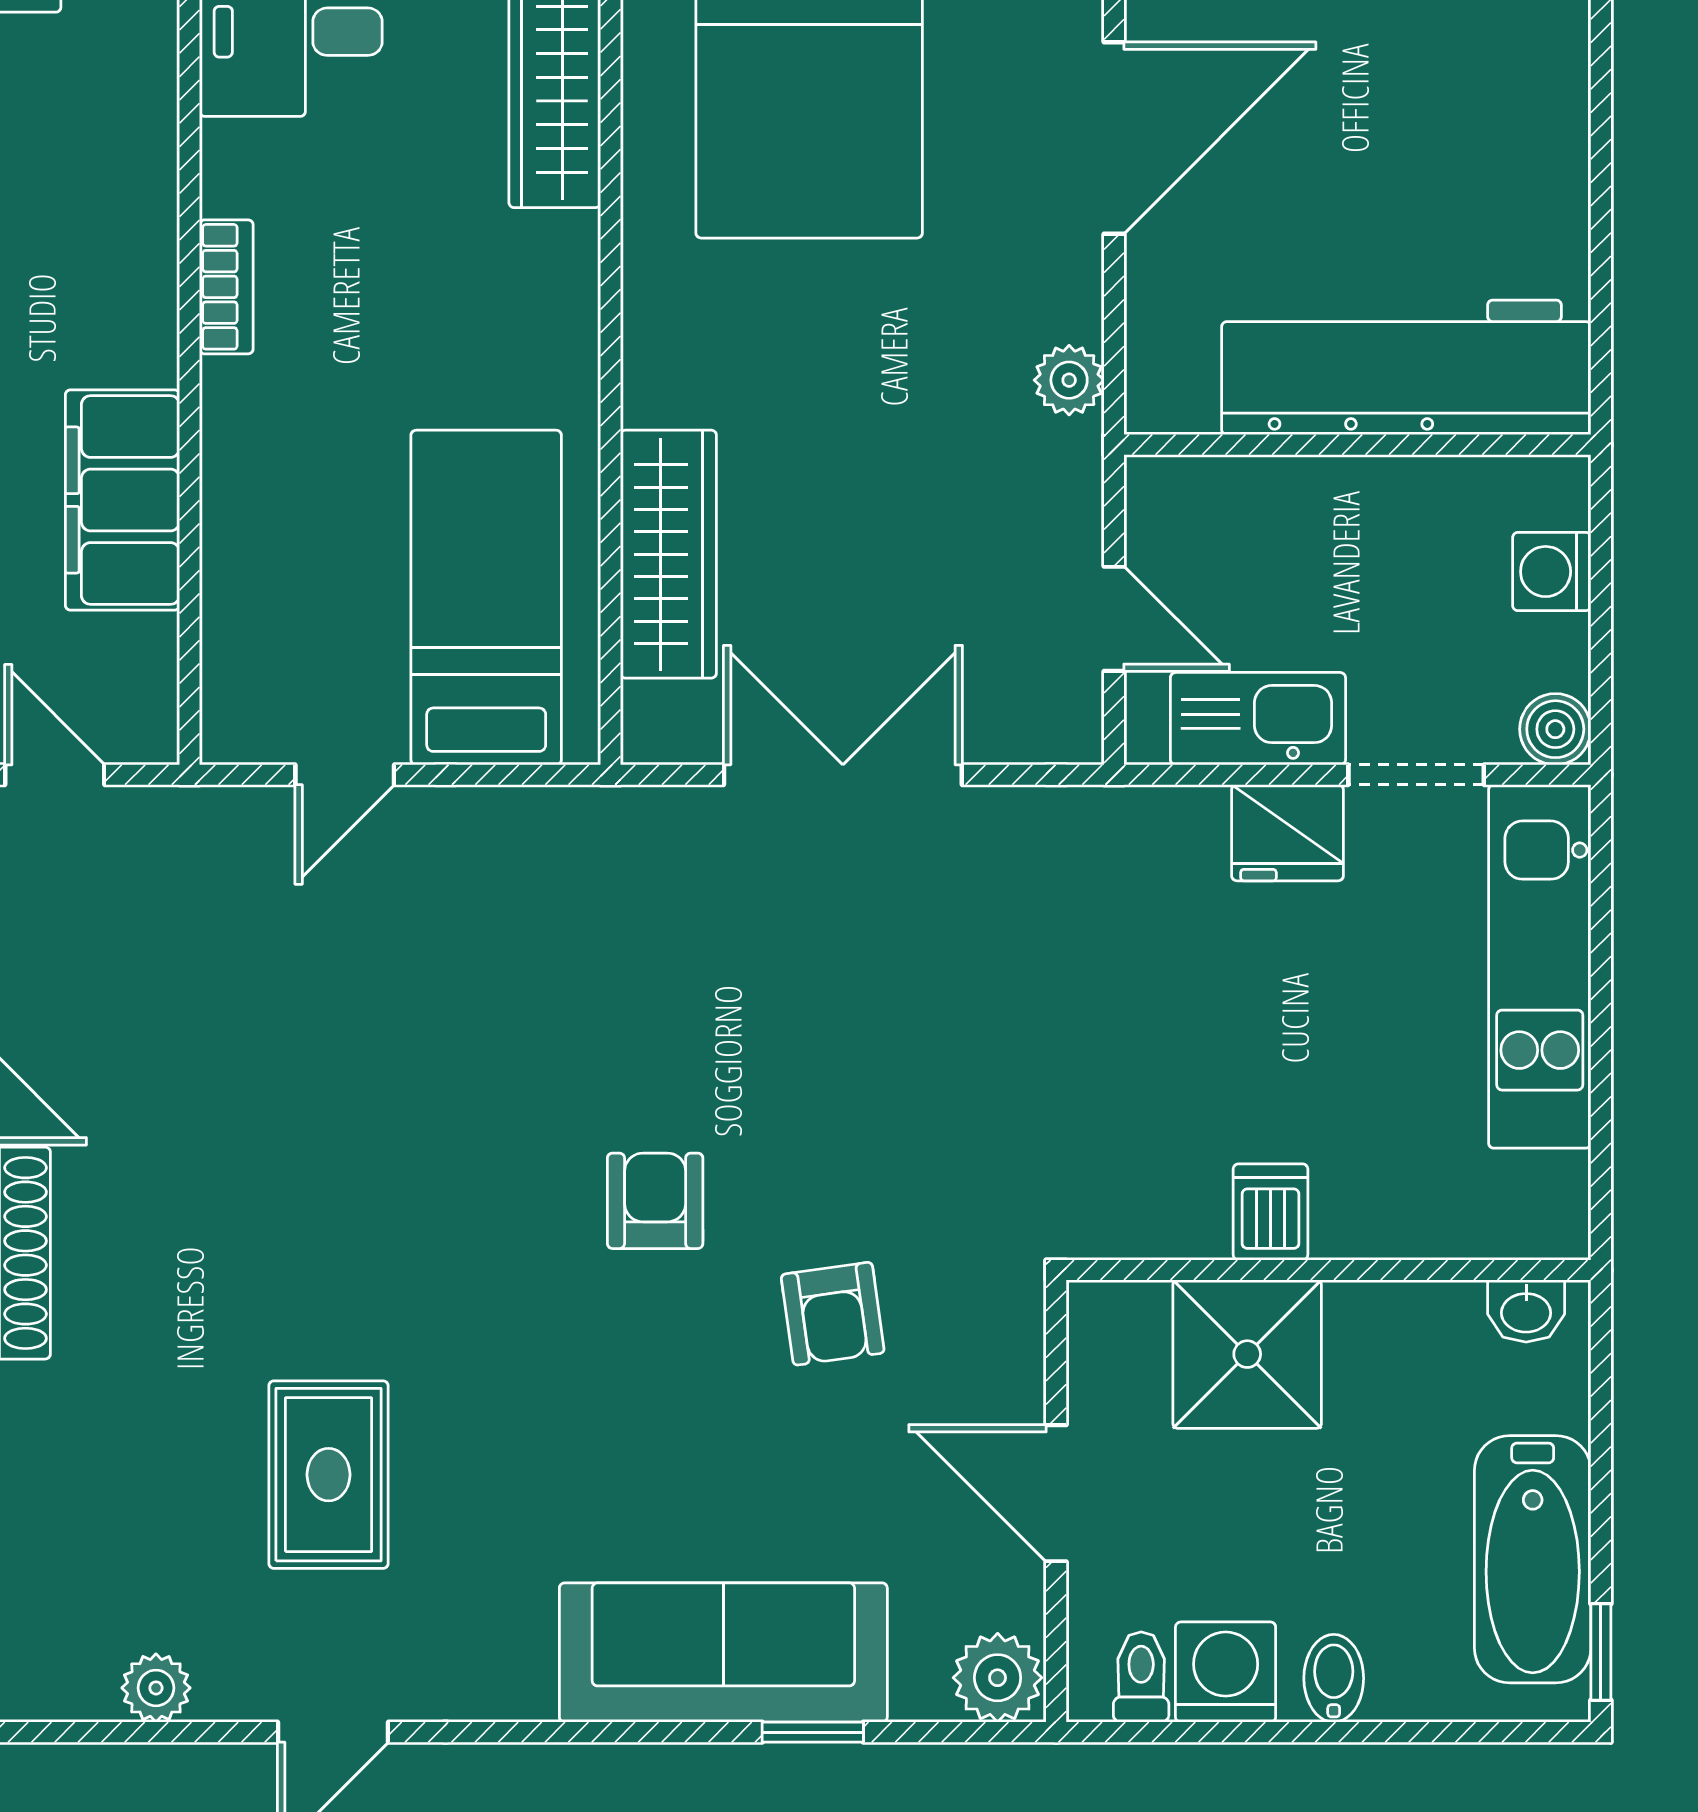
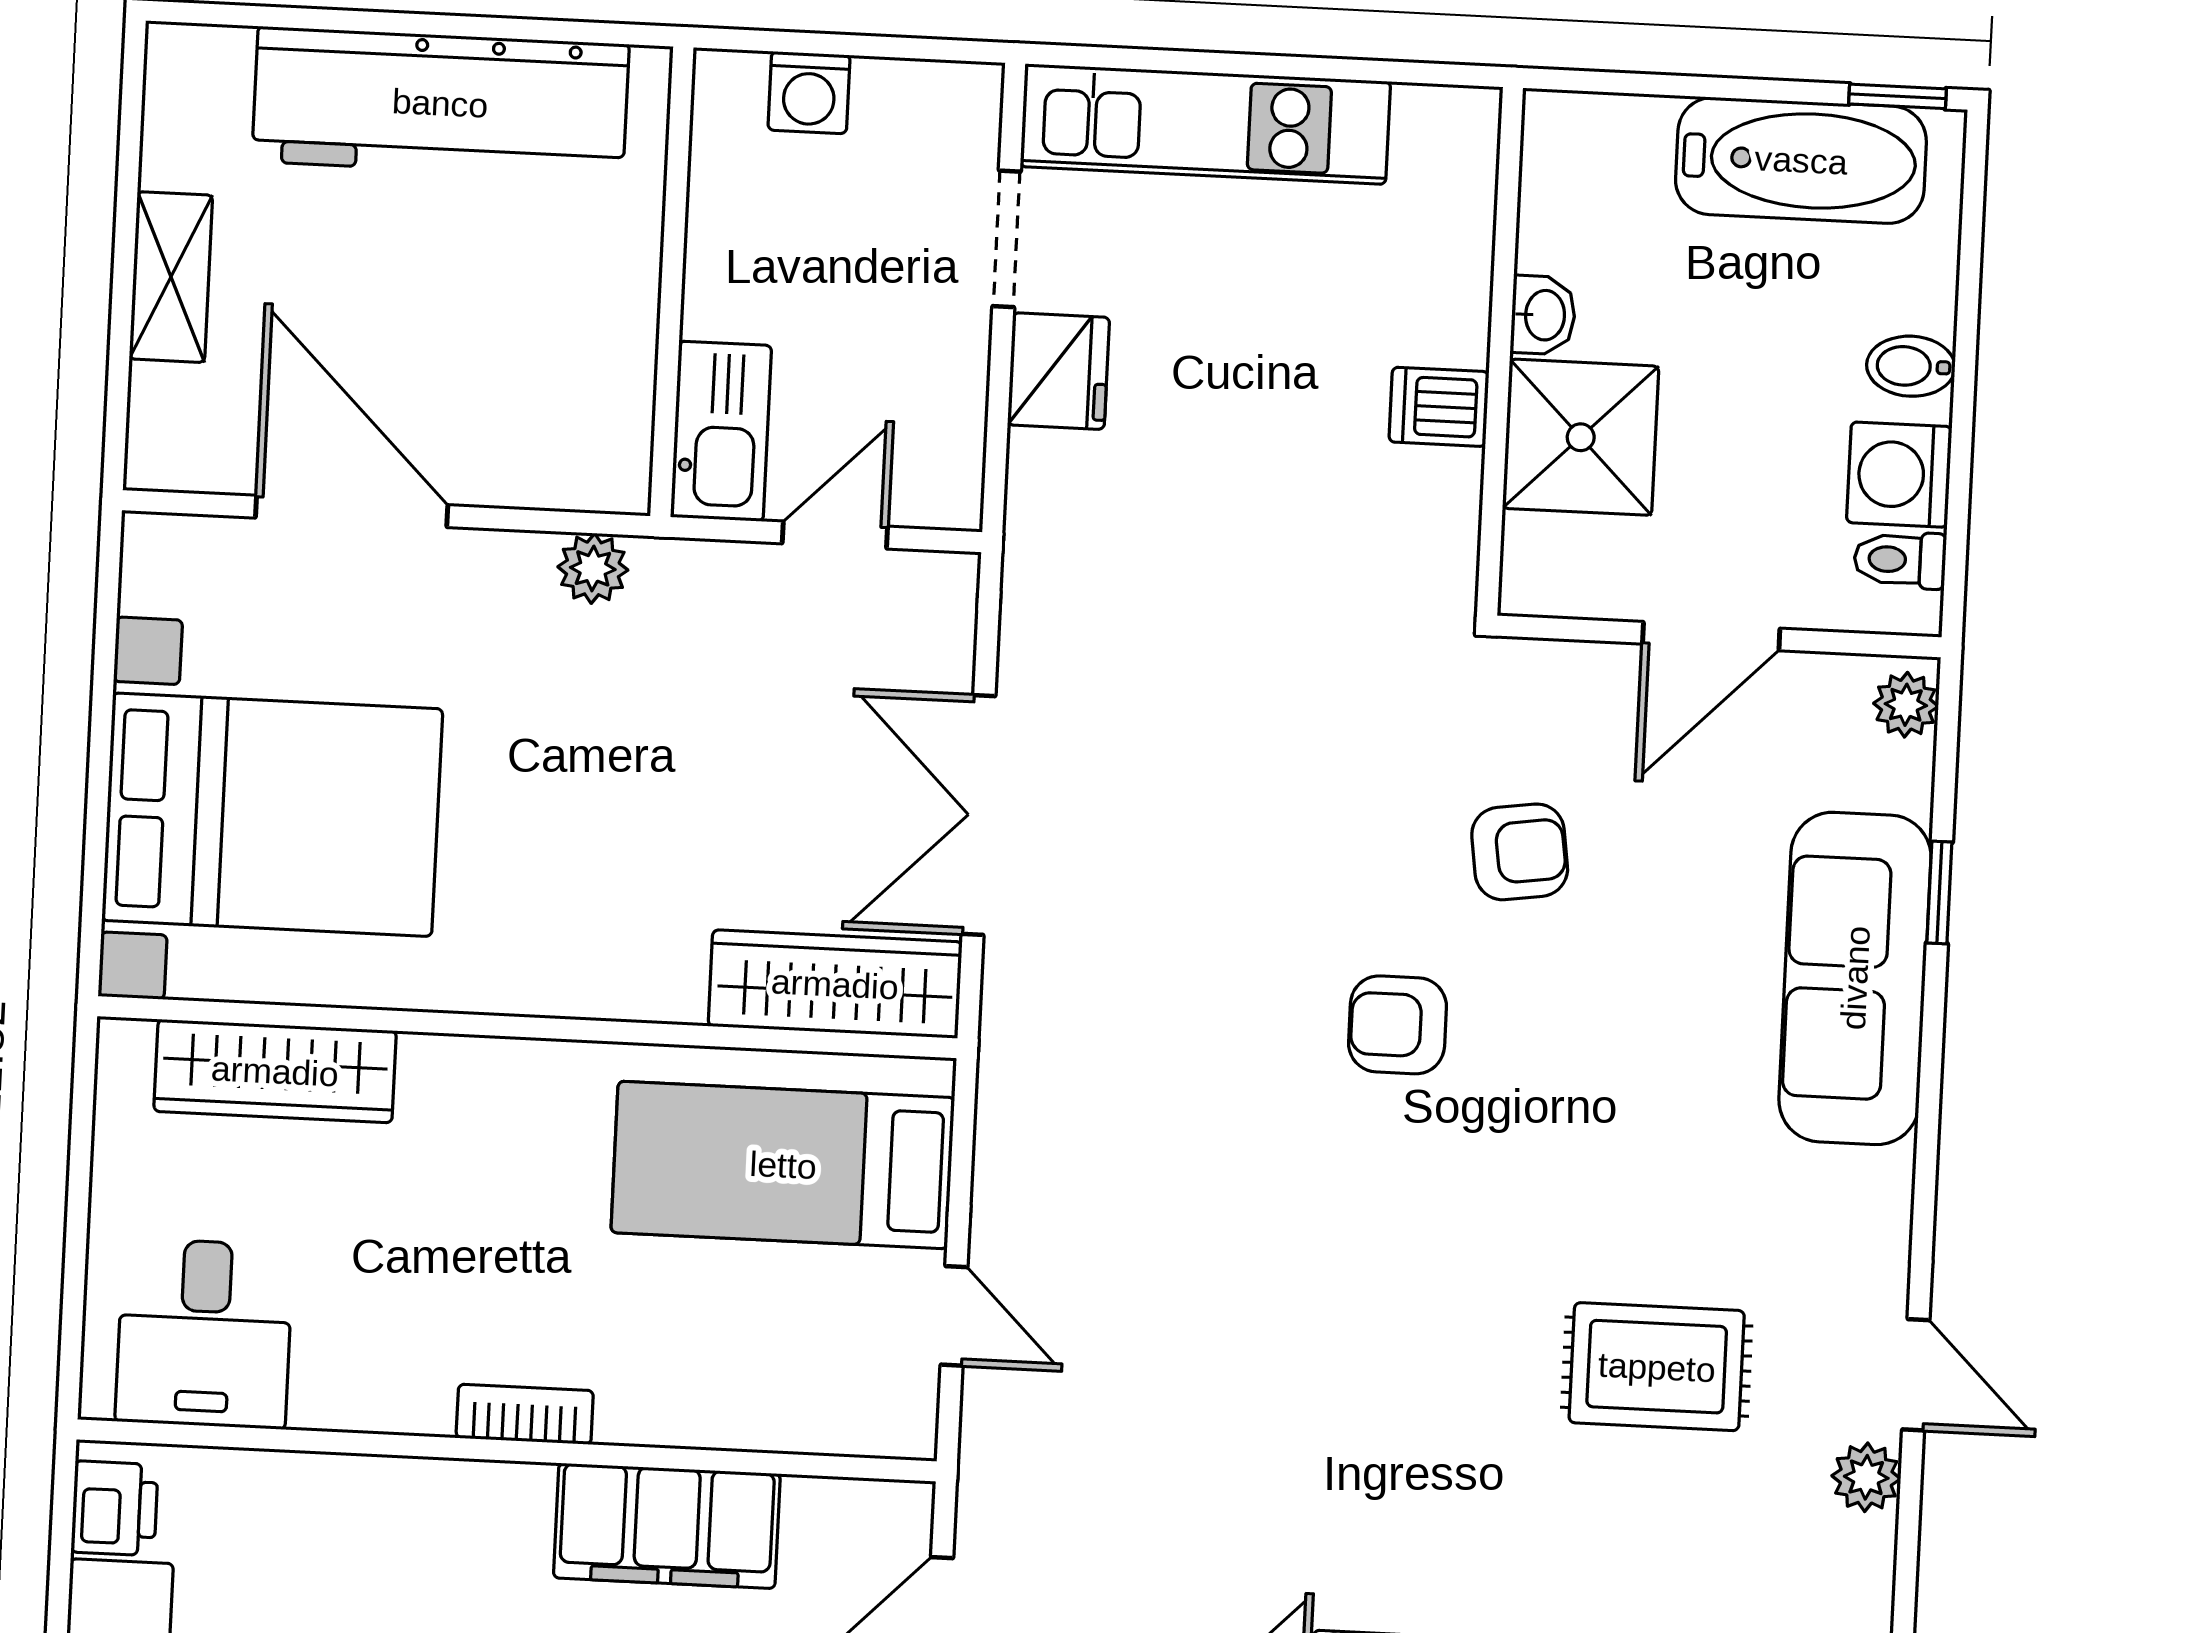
bookcase: (226, 287) -> (525, 1414), moved
workbench: (1406, 367) -> (440, 103), moved, turned -90
wardrobe: (668, 554) -> (835, 984), moved
kitchen sink: (1258, 719) -> (721, 431), moved, turned 180
boiler: (1555, 729) -> (968, 97), removed
washbasin: (1526, 1311) -> (1543, 315), moved
plant: (998, 1678) -> (1906, 705), width x0.73, depth x0.73
plant: (156, 1688) -> (1866, 1477), moved

